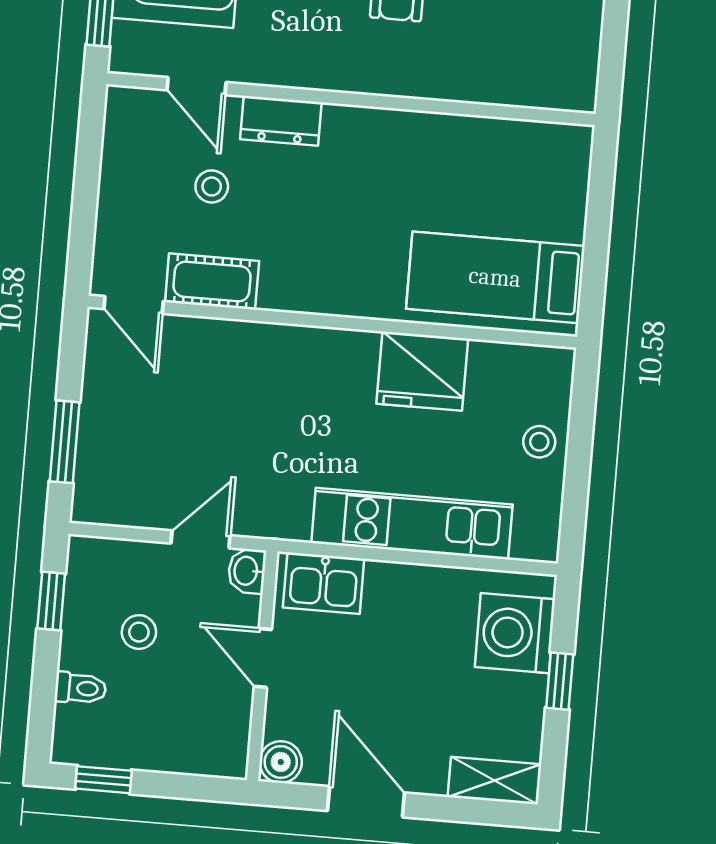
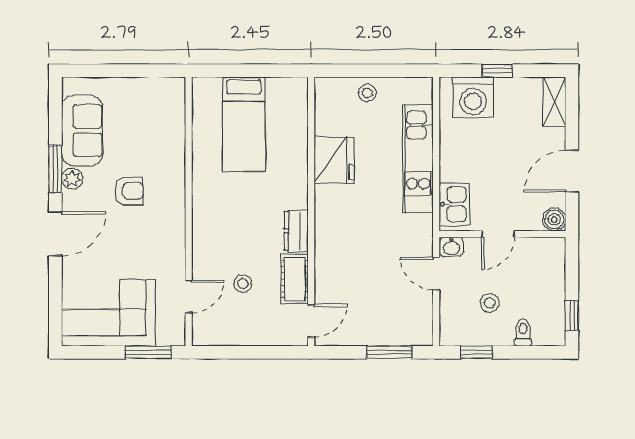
dresser: (281, 121) -> (296, 231), moved, turned 180
bed: (495, 277) -> (244, 124), moved

